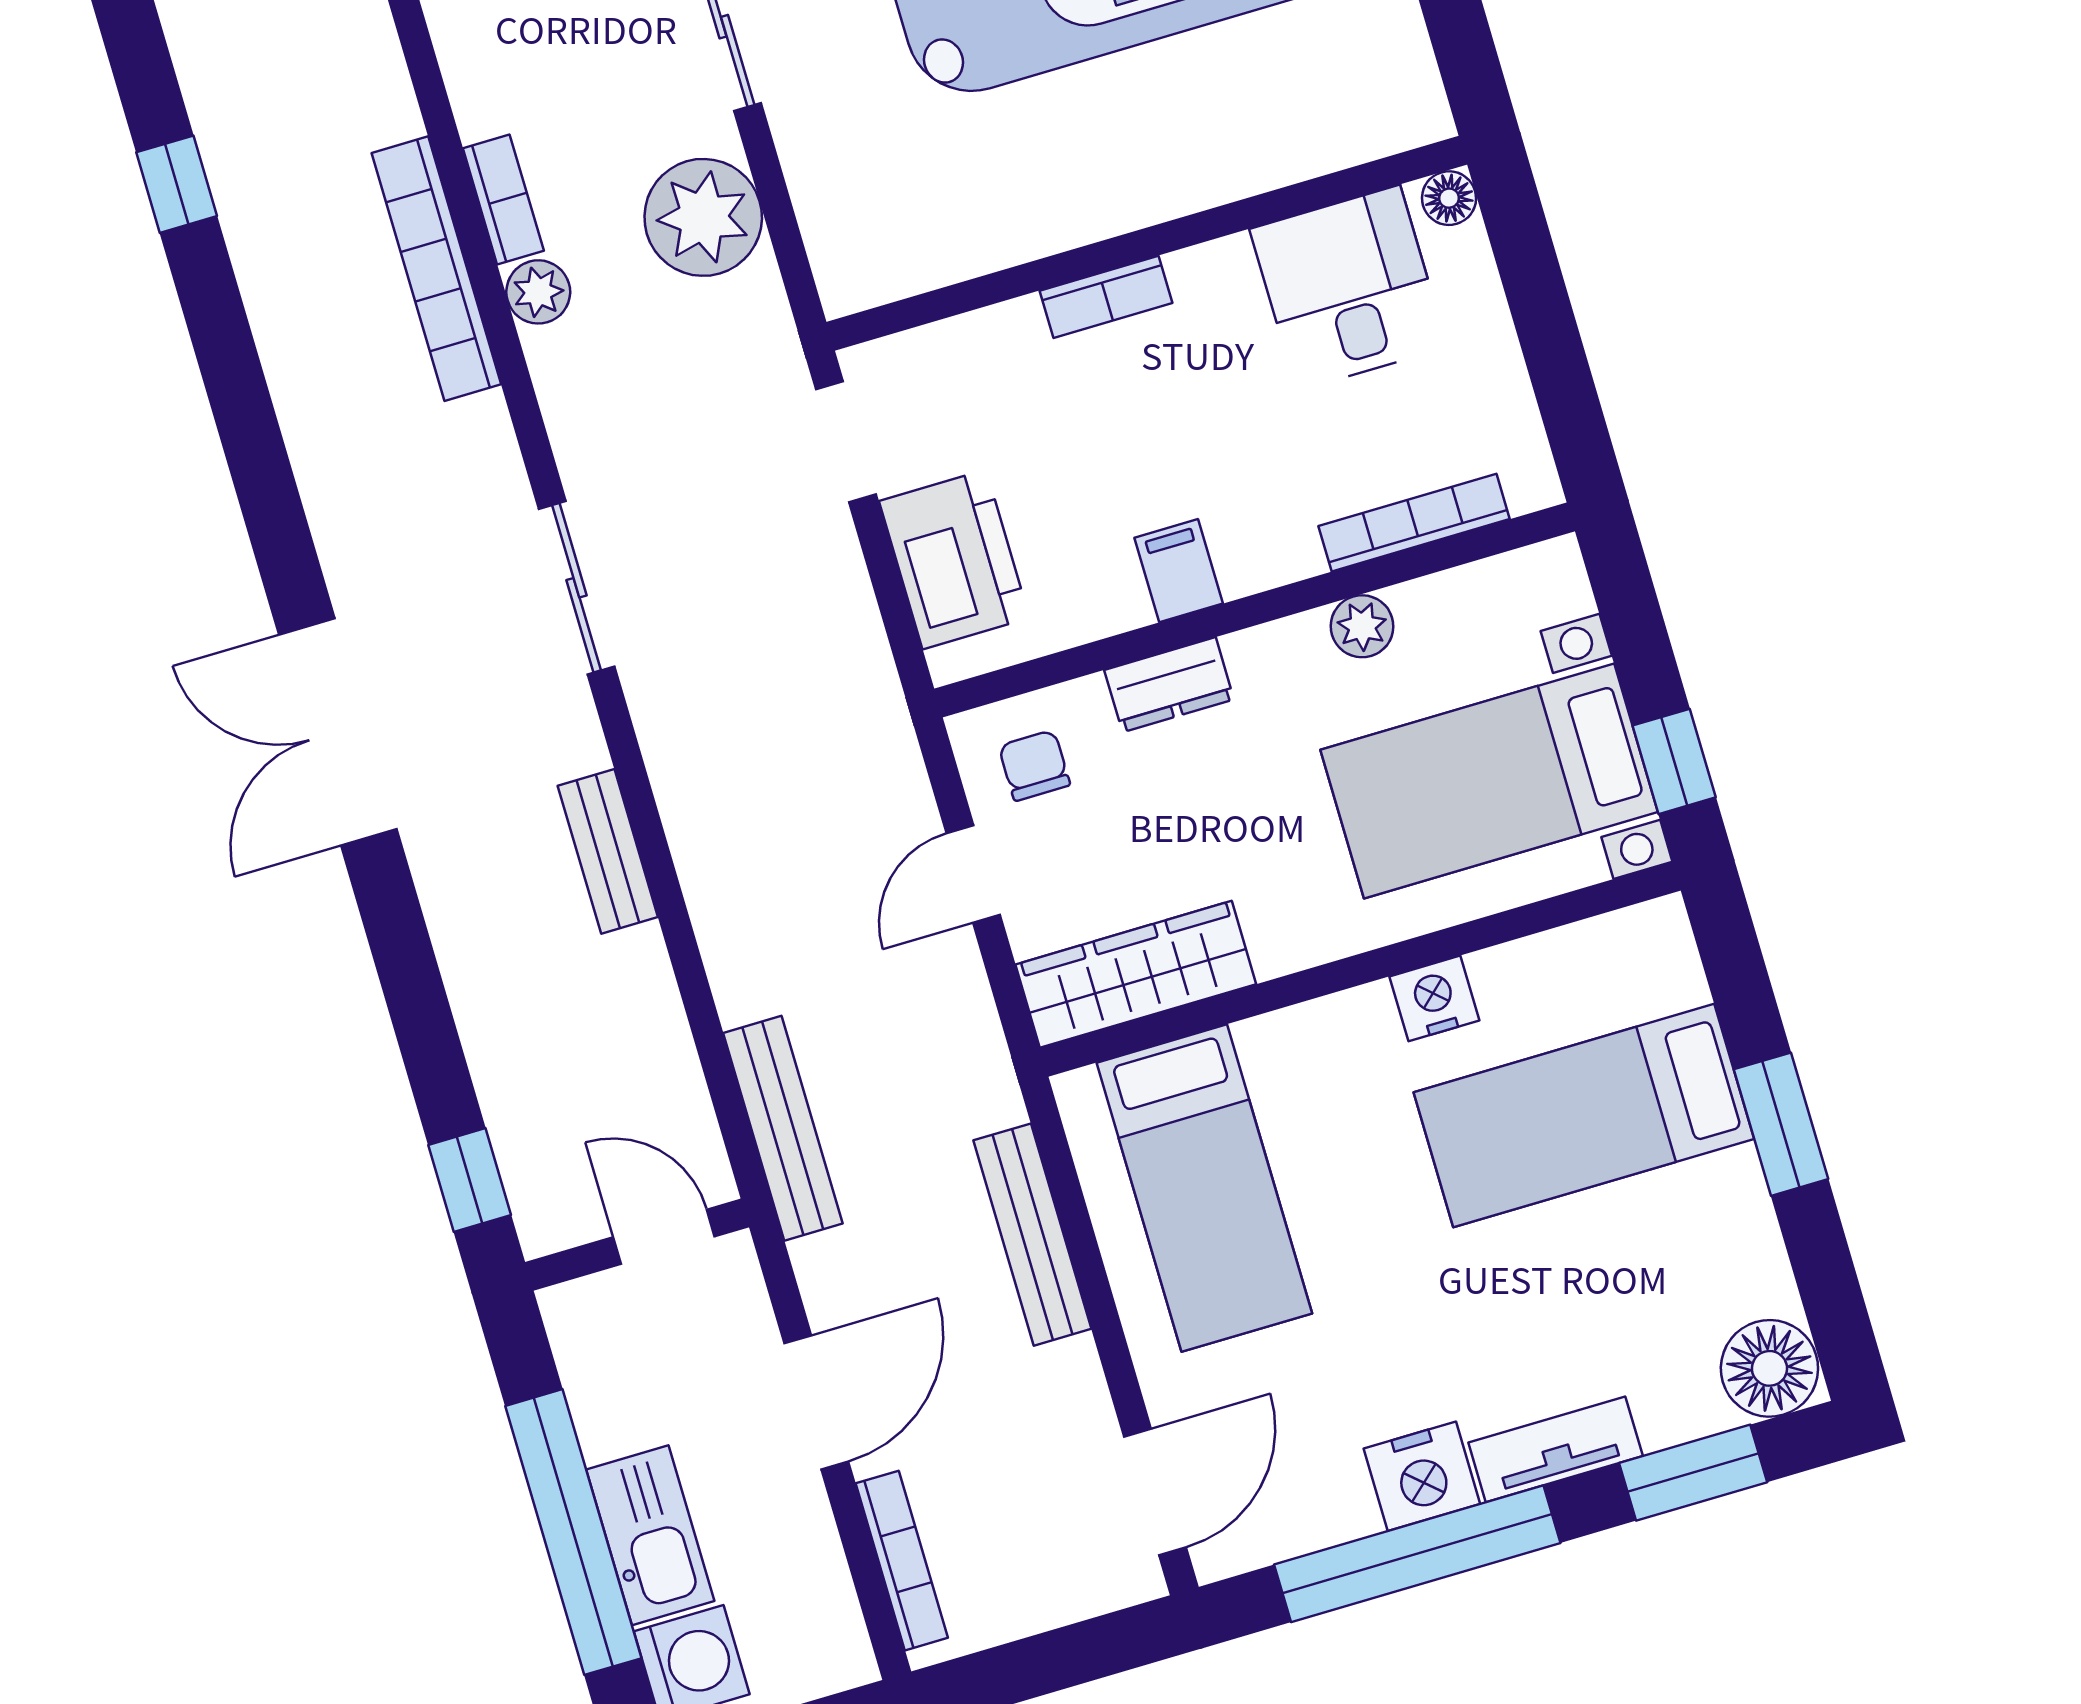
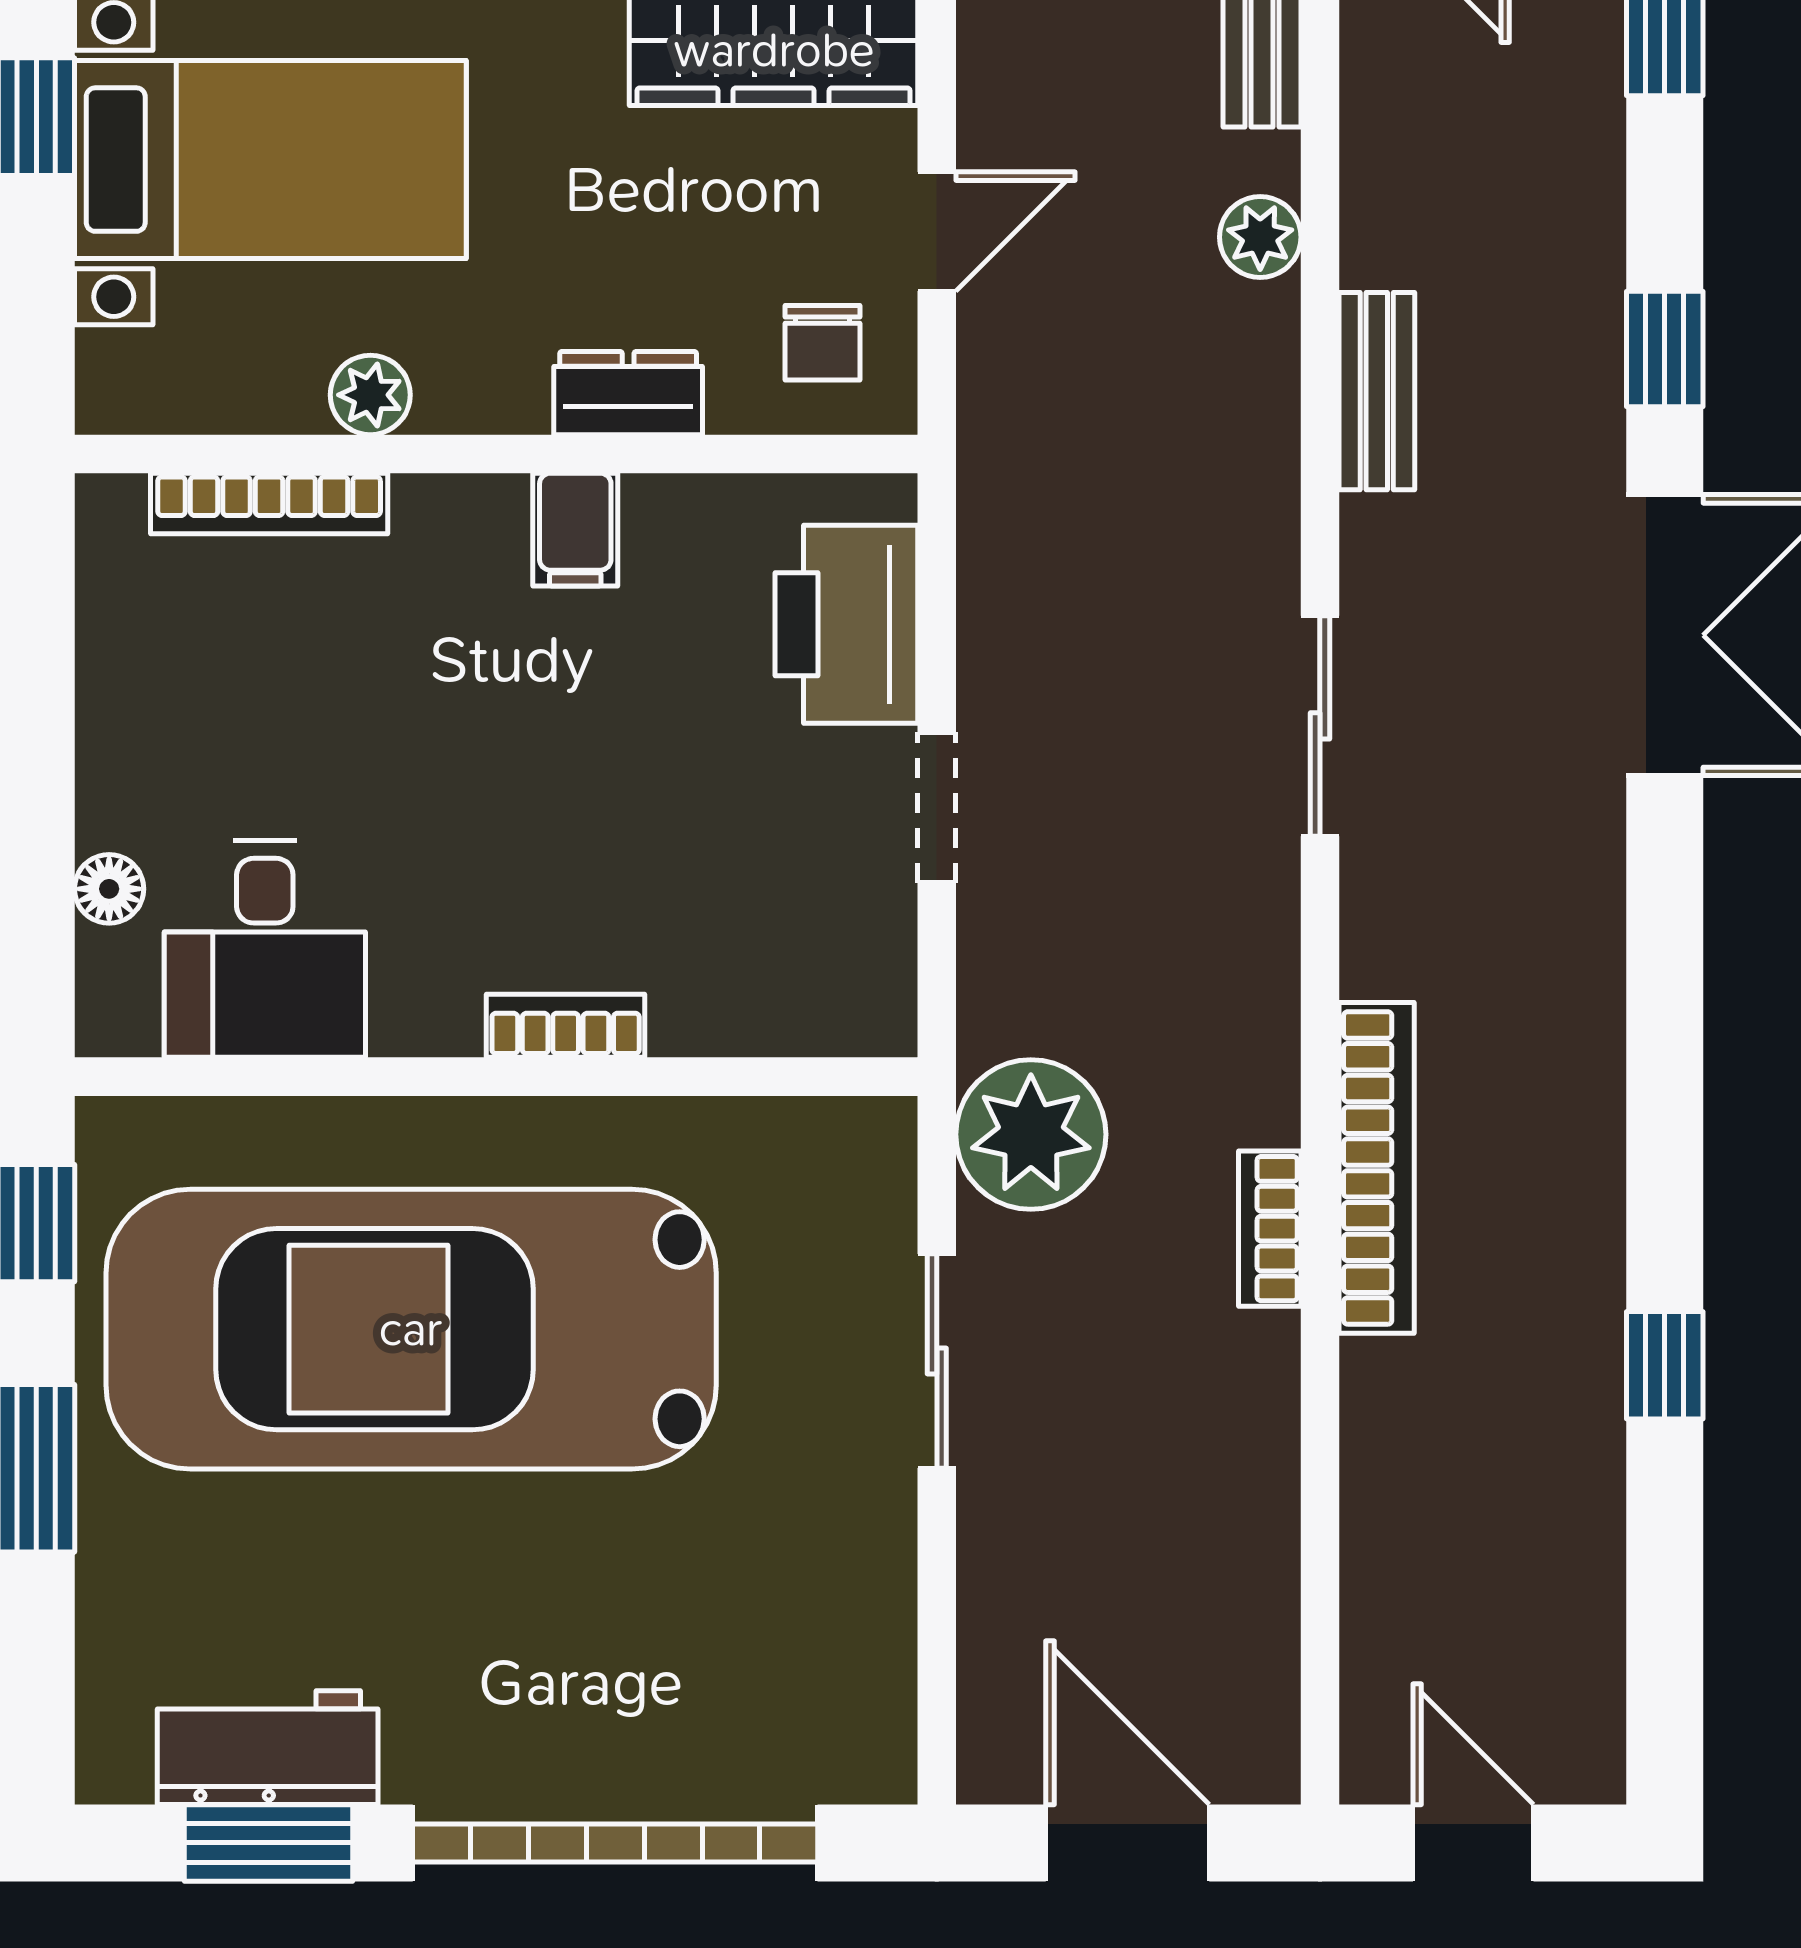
wall: (1147, 243) -> (496, 1077), moved
desk: (1348, 288) -> (265, 949), moved
plant: (538, 292) -> (1260, 237), moved
bookcase: (1106, 297) -> (566, 1026), moved
window: (401, 947) -> (1665, 349), added

